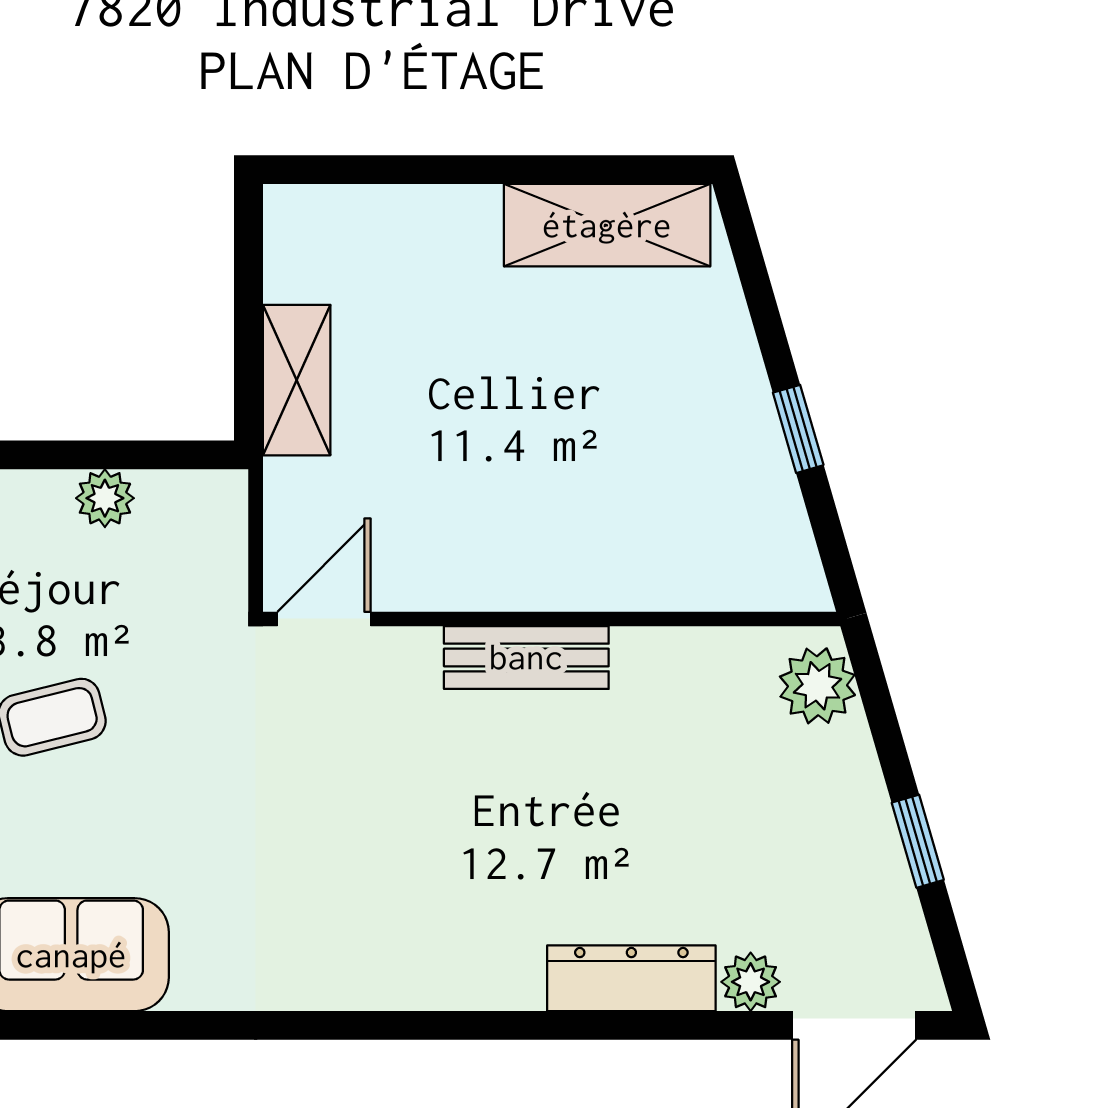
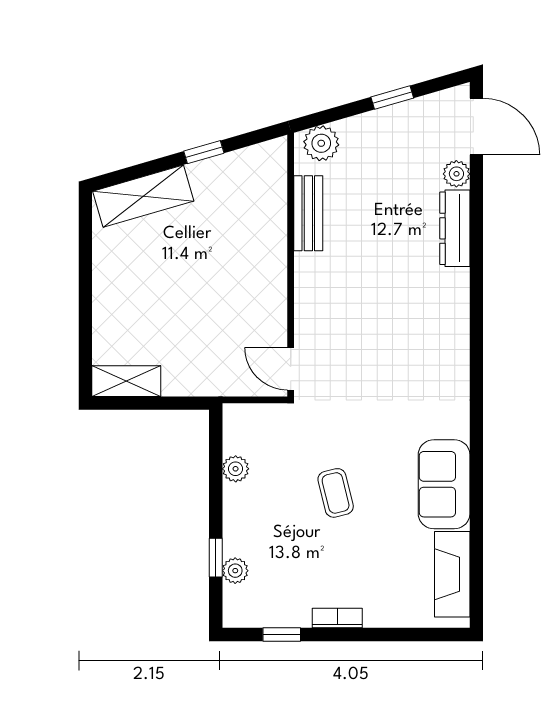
shelving: (607, 225) -> (143, 196), moved, turned 74
shelving: (297, 380) -> (126, 381), moved
bench: (526, 657) -> (308, 213), moved

